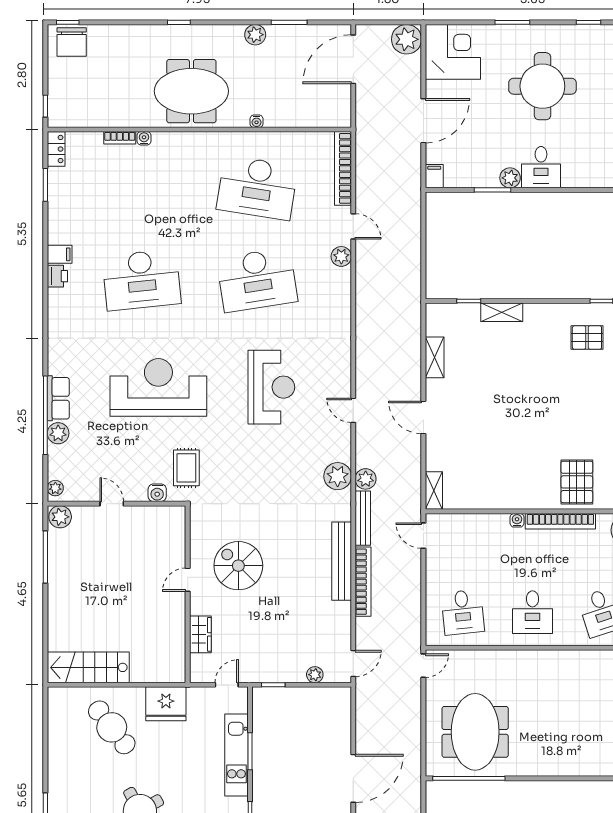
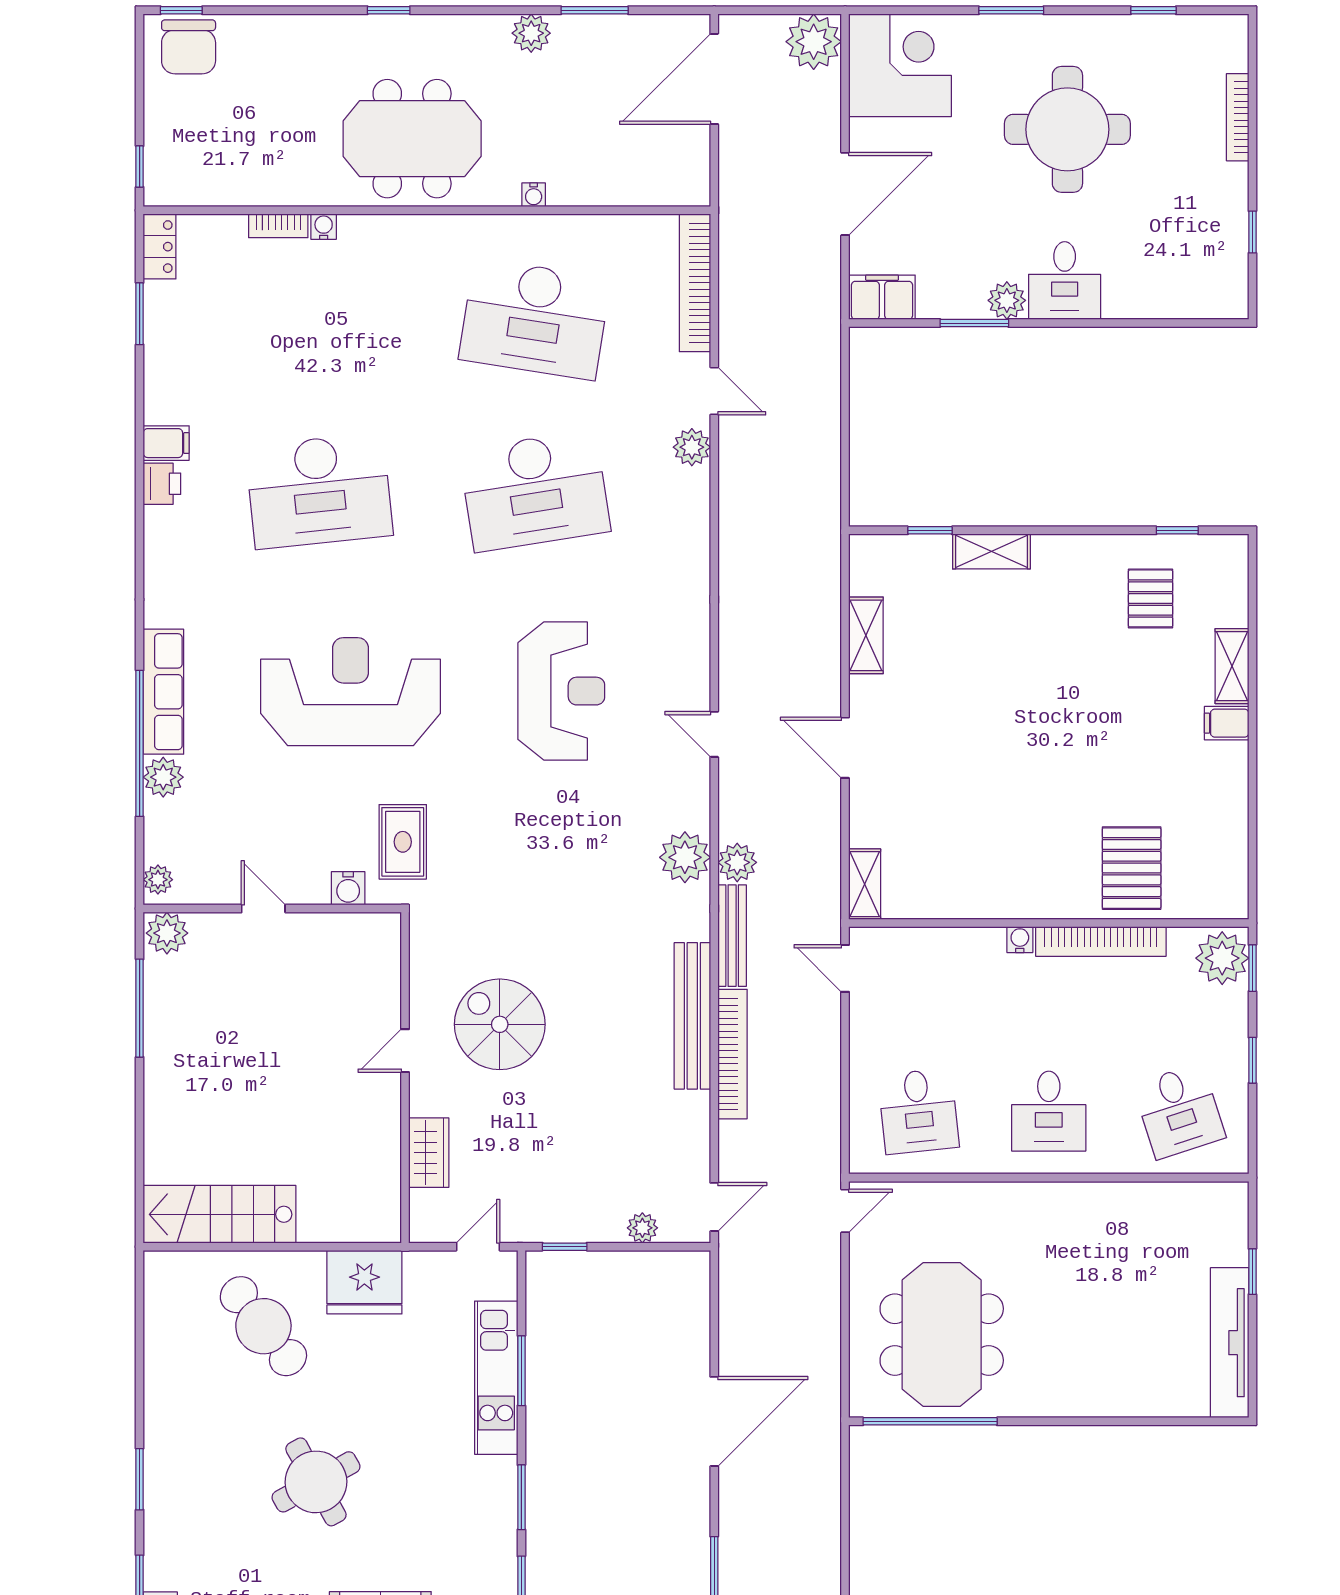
filing cabinet: (434, 176) -> (882, 297), width x2.00
pallet: (587, 338) -> (1151, 598), turned 90
row of seats: (58, 398) -> (163, 692), width x1.48

